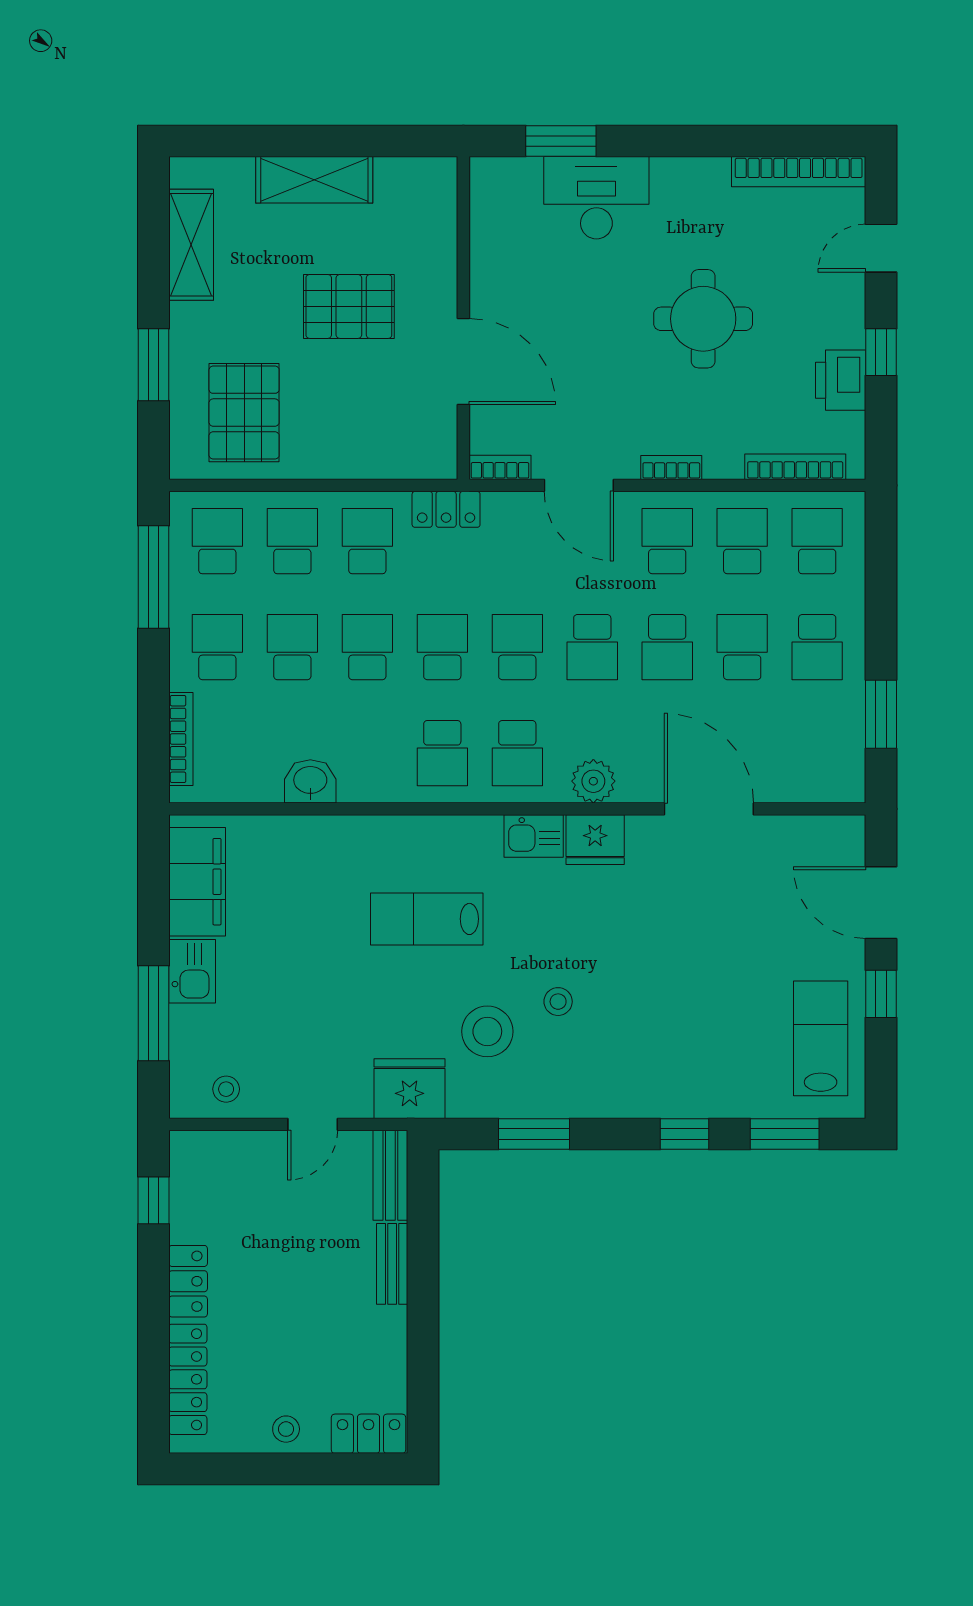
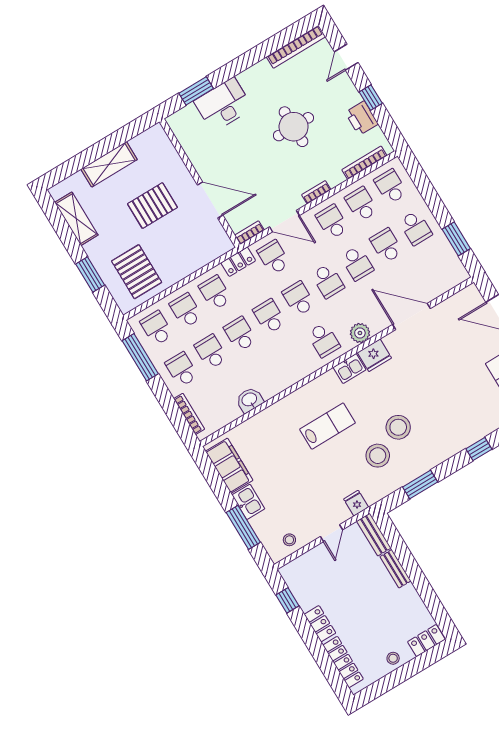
school desk: (442, 753) -> (274, 257), moved, turned 180
lab bench: (427, 919) -> (327, 426), turned 180
stool: (558, 1002) -> (398, 427), width x1.89, depth x1.89
fridge: (410, 1089) -> (356, 503), width x0.53, depth x0.75

